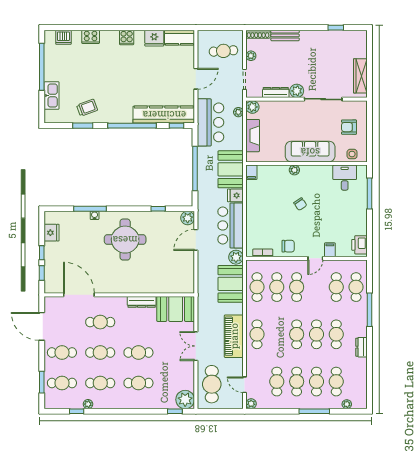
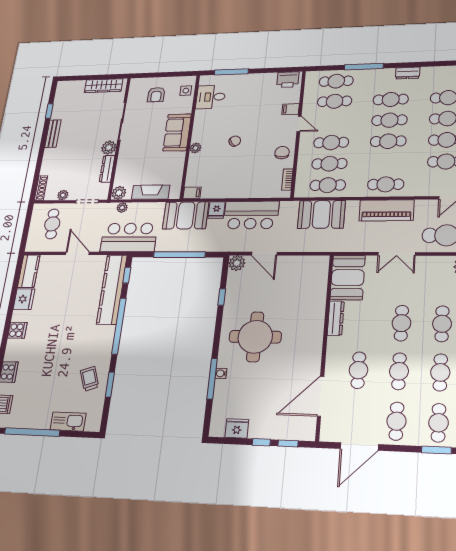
bench: (285, 35) -> (53, 134), moved
sofa: (310, 152) -> (177, 132), width x0.73
plant: (236, 257) -> (290, 209), removed

